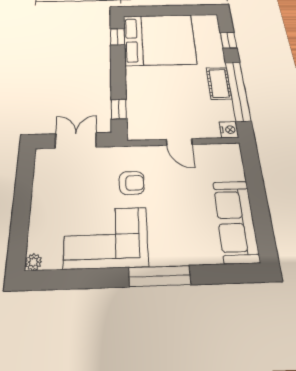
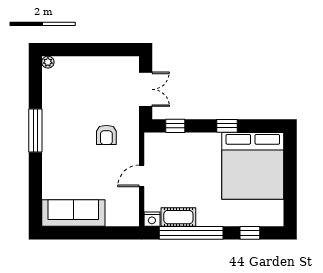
window: (117, 37) -> (227, 126), moved
cot: (219, 83) -> (178, 217), moved
corner sofa: (106, 238) -> (64, 114), removed
window: (160, 276) -> (35, 131), moved

